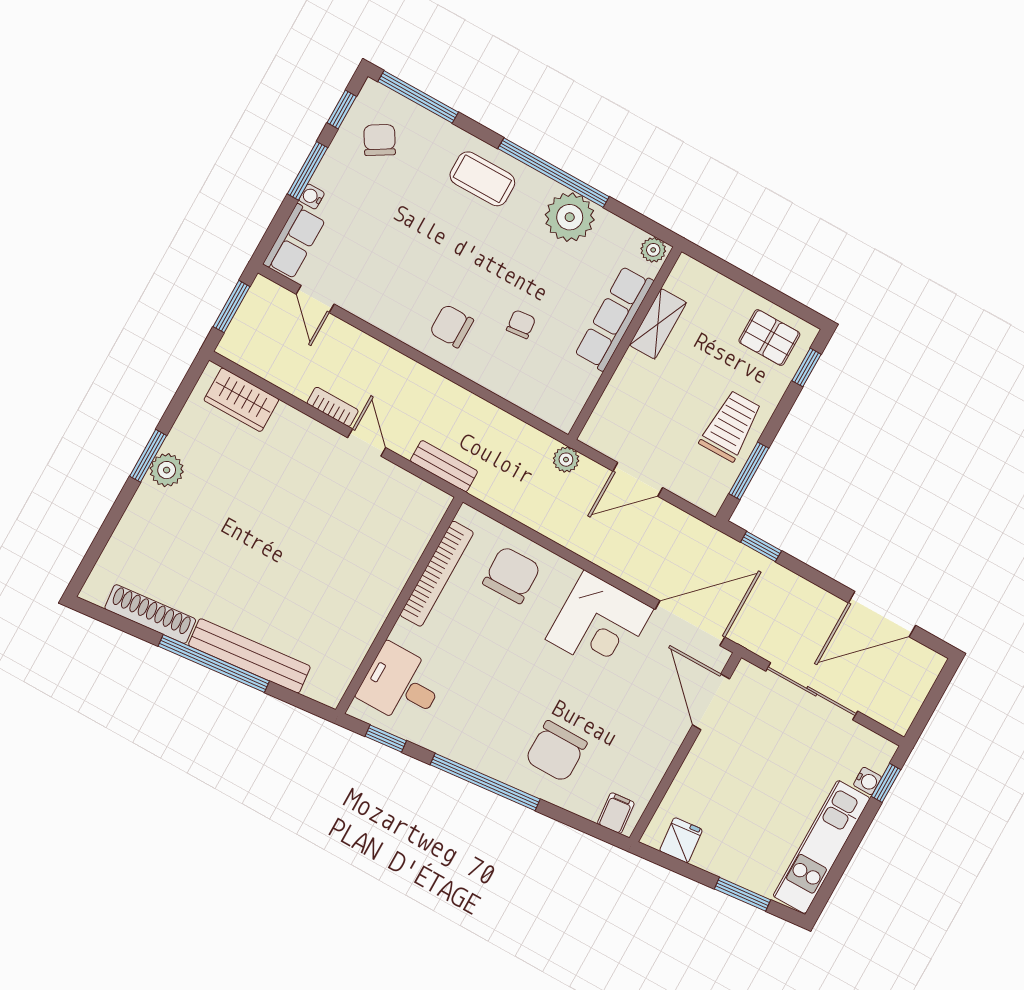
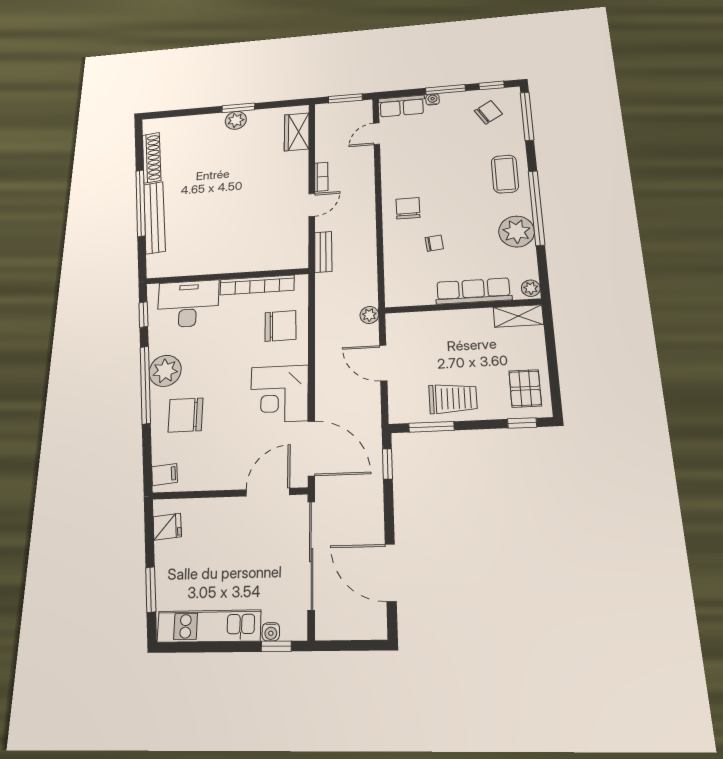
shelving: (658, 324) -> (518, 316), moved
desk: (401, 685) -> (188, 304), width x1.37
sliding door: (812, 691) -> (311, 555), width x1.36
plant: (482, 748) -> (165, 371), added

